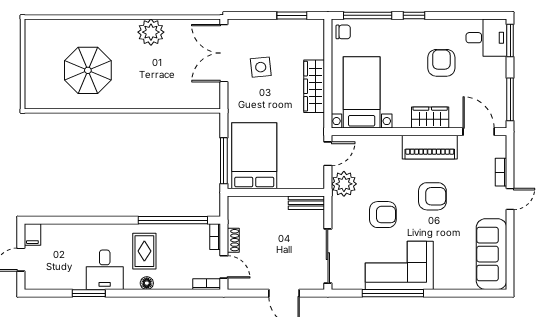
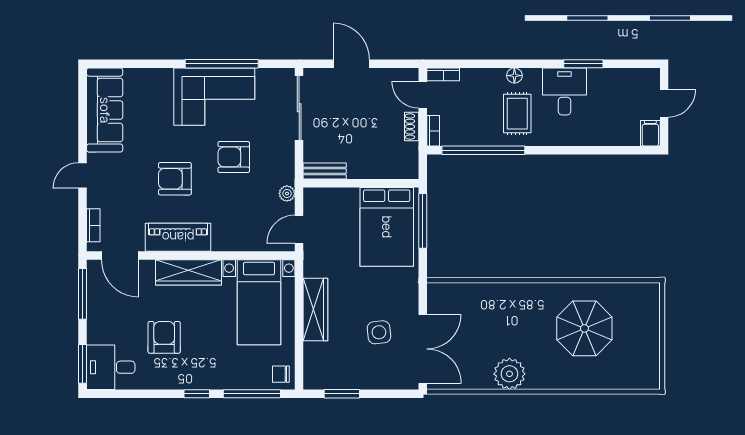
armchair: (441, 63) -> (164, 337), turned 180
wardrobe: (430, 118) -> (188, 272), width x1.50
bookcase: (501, 172) -> (93, 225), moved
plant: (344, 184) -> (287, 193), width x0.53, depth x0.53

